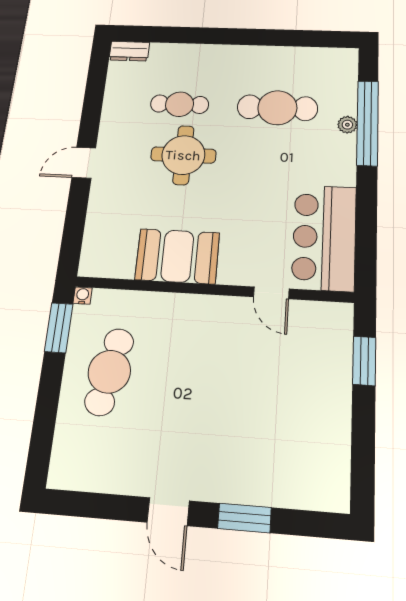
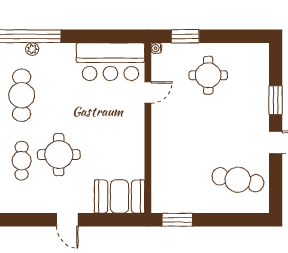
booth: (177, 256) -> (120, 196), moved, turned 90
water cooler: (83, 296) -> (156, 48), moved
cafe table: (109, 372) -> (238, 180), moved
round table: (295, 396) -> (208, 75), added

